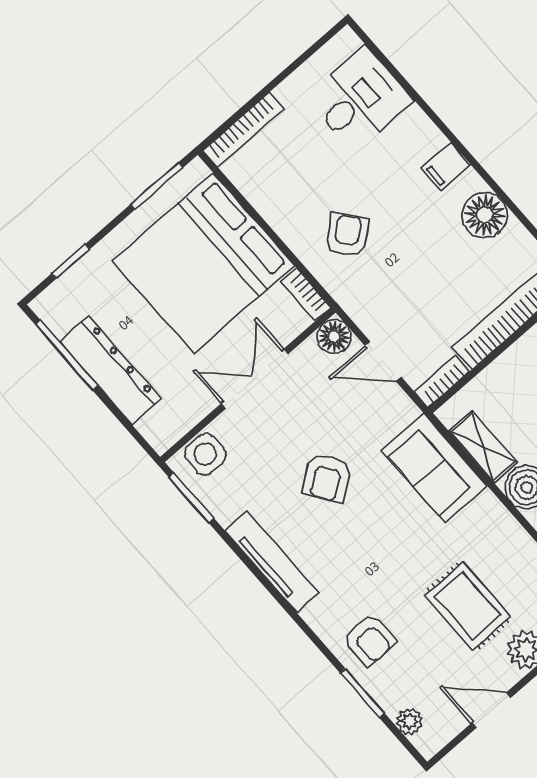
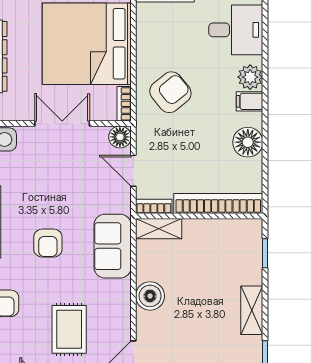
plant: (423, 138) -> (250, 77), added
armchair: (347, 235) -> (170, 92), width x1.38, depth x1.38
shelving: (483, 447) -> (159, 229), moved, turned 90
armchair: (327, 478) -> (48, 243), moved, turned -55

